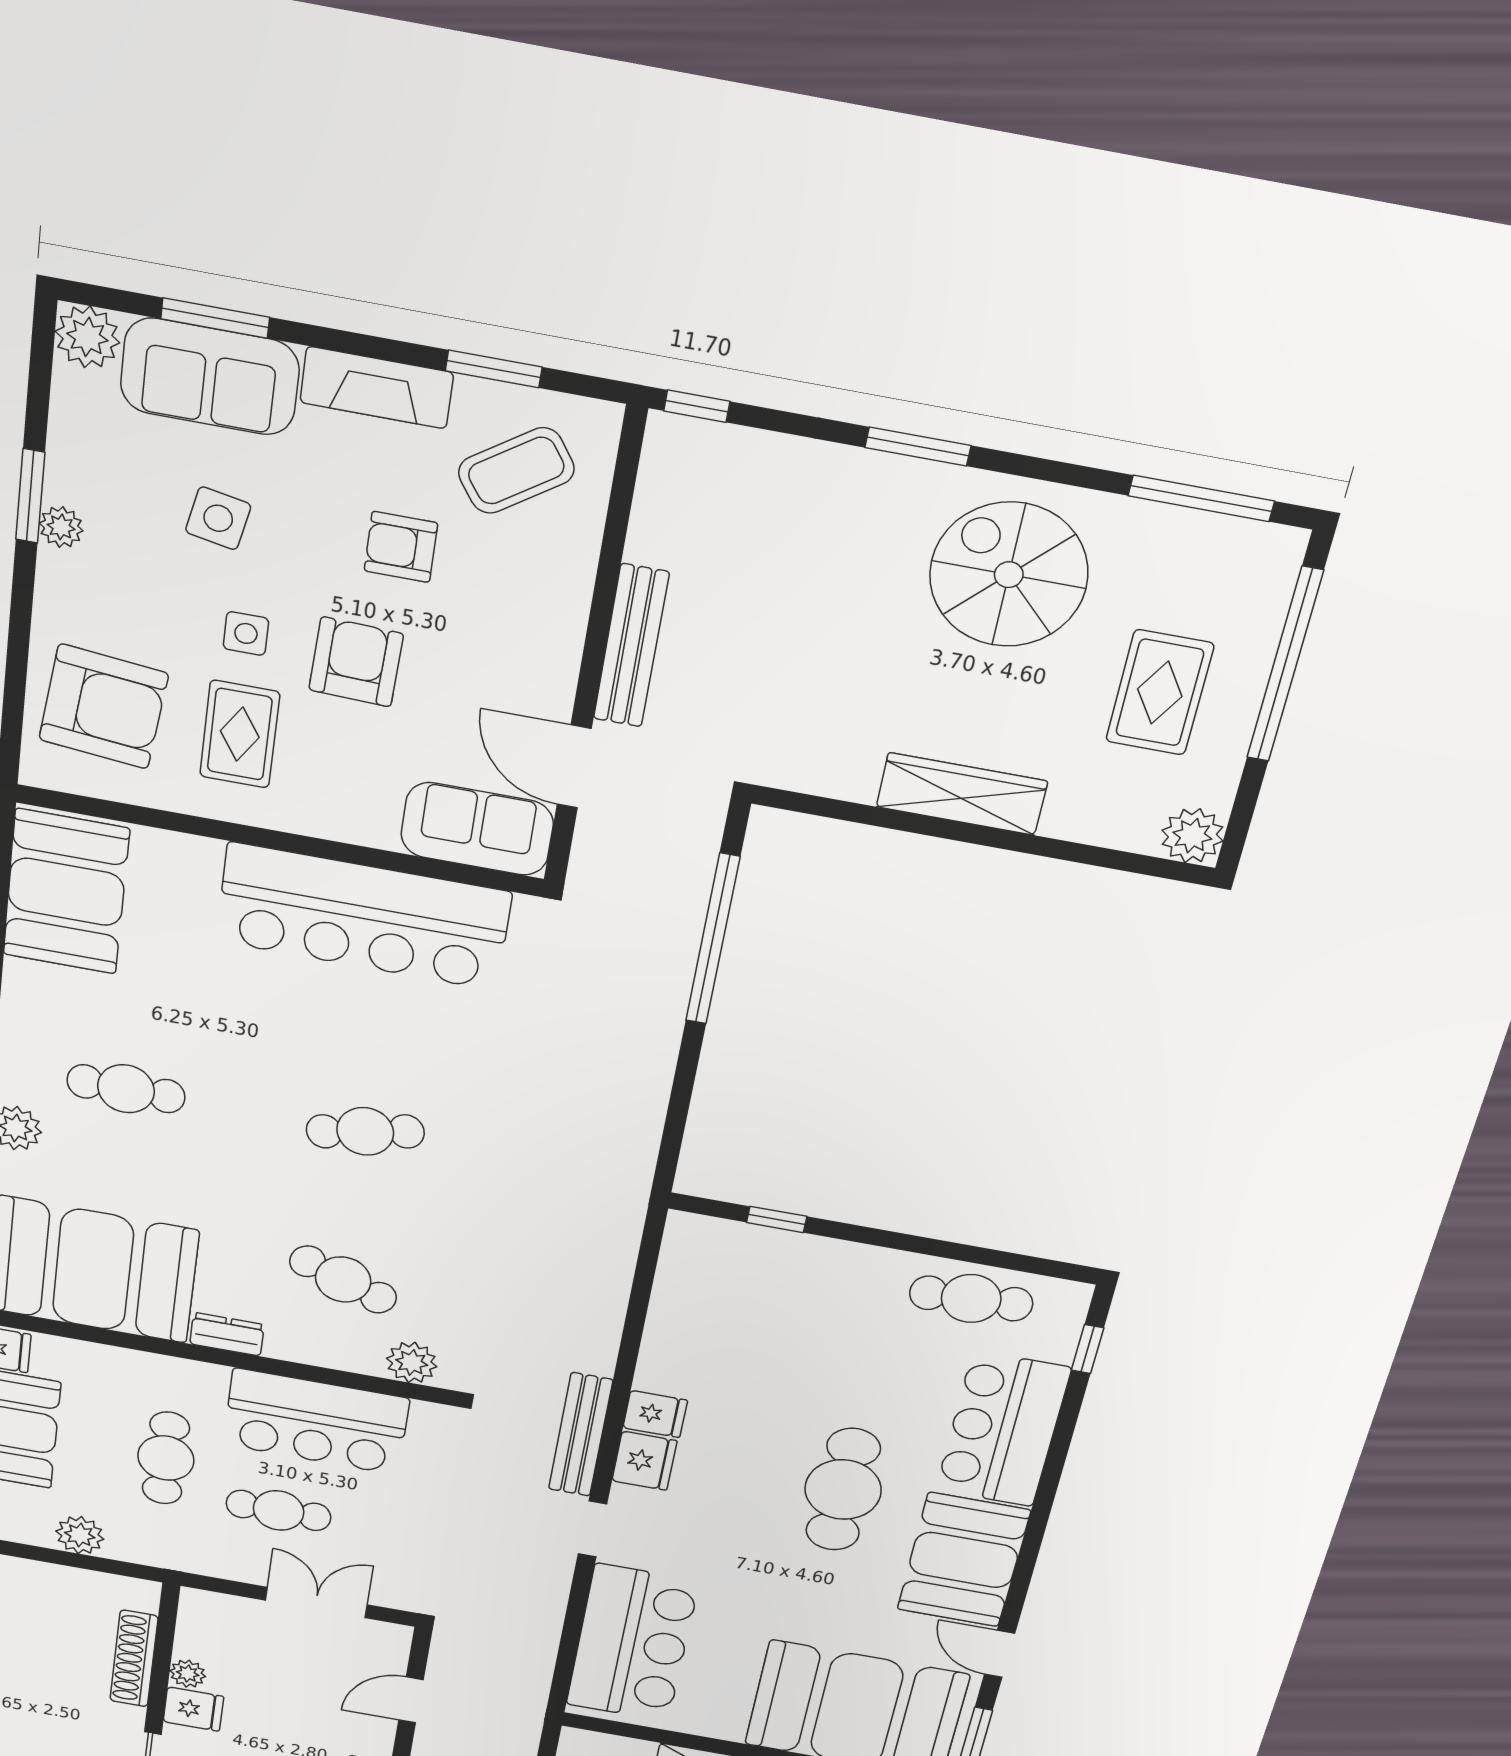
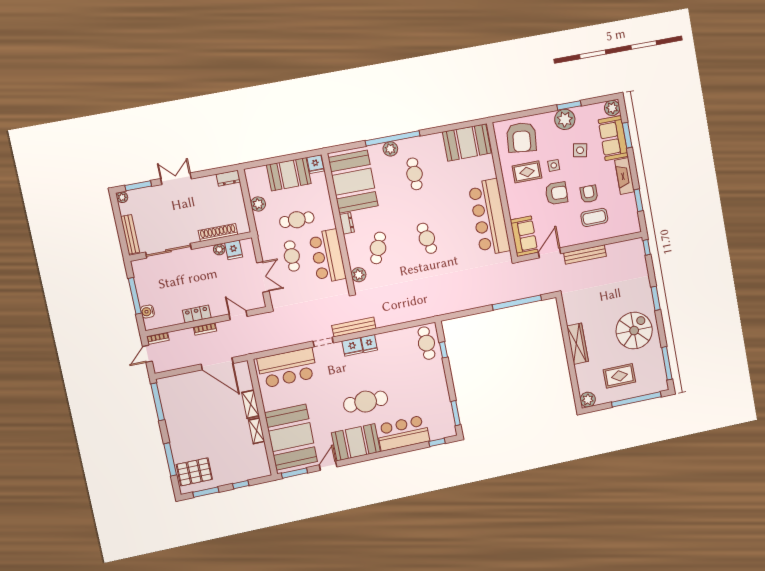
coffee table: (516, 471) -> (594, 217), moved, turned -55
plant: (61, 527) -> (565, 119), width x1.88, depth x1.88
window: (1016, 1262) -> (456, 413), added
cafe table: (971, 1298) -> (426, 343), moved
fridge: (193, 1709) -> (234, 250), moved

